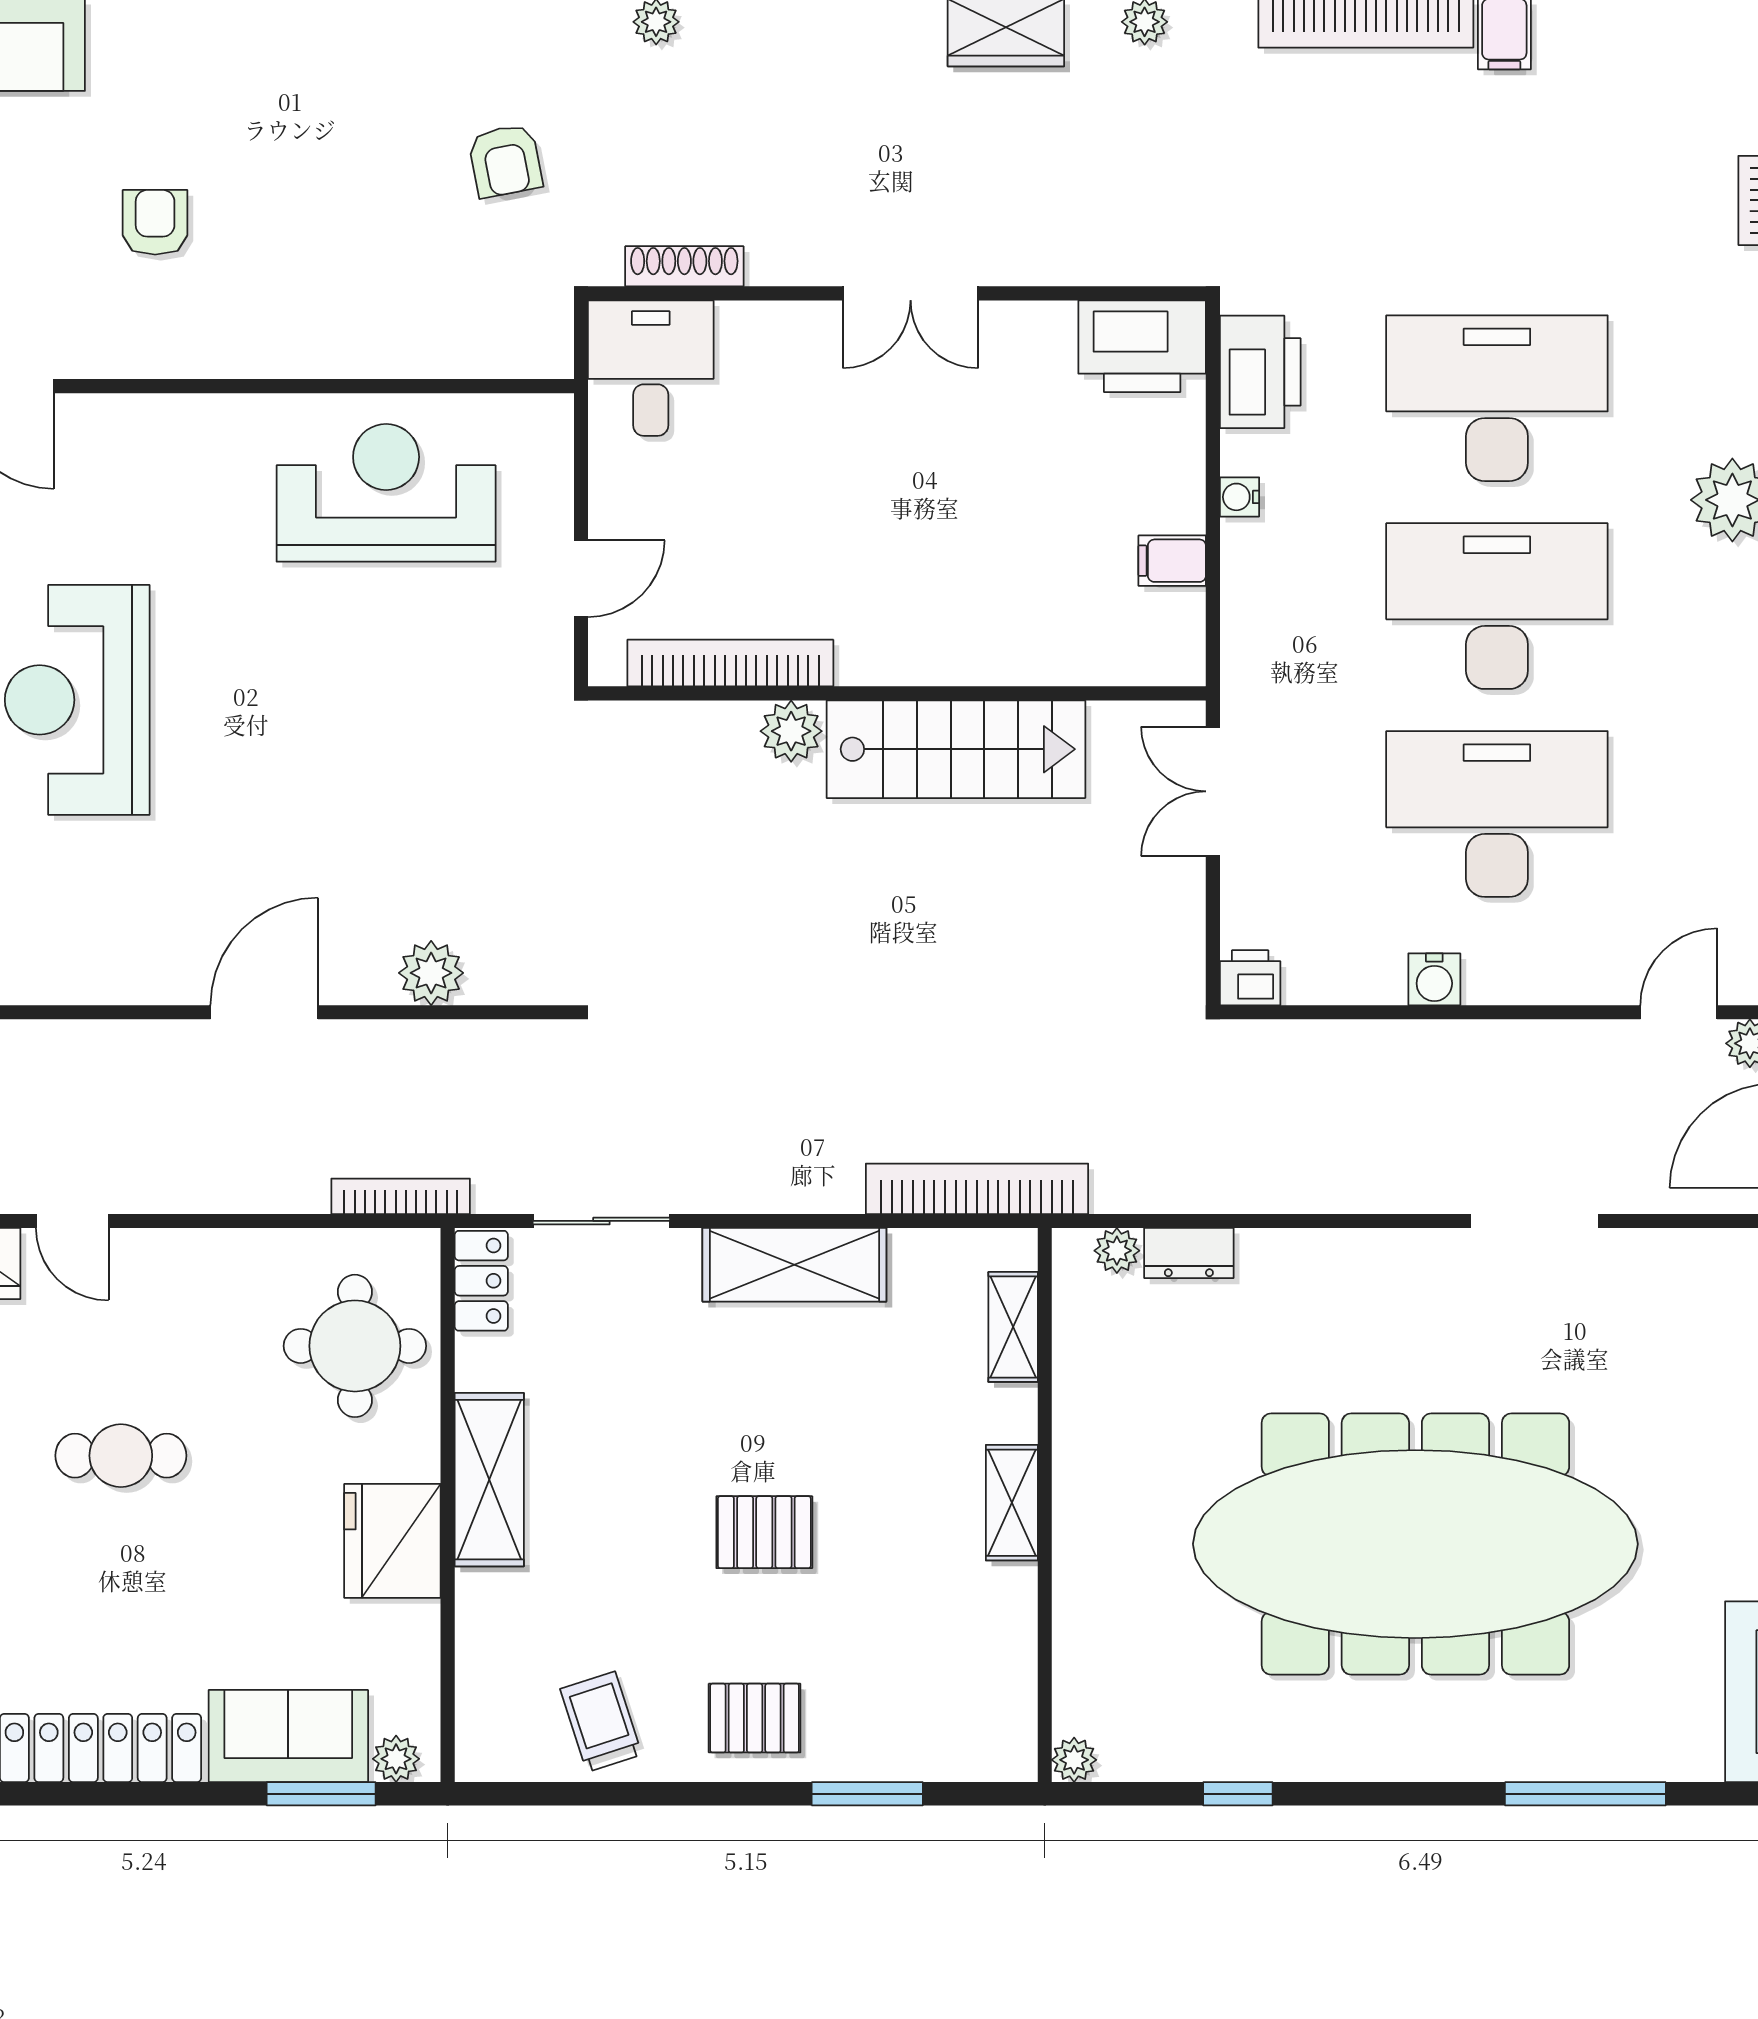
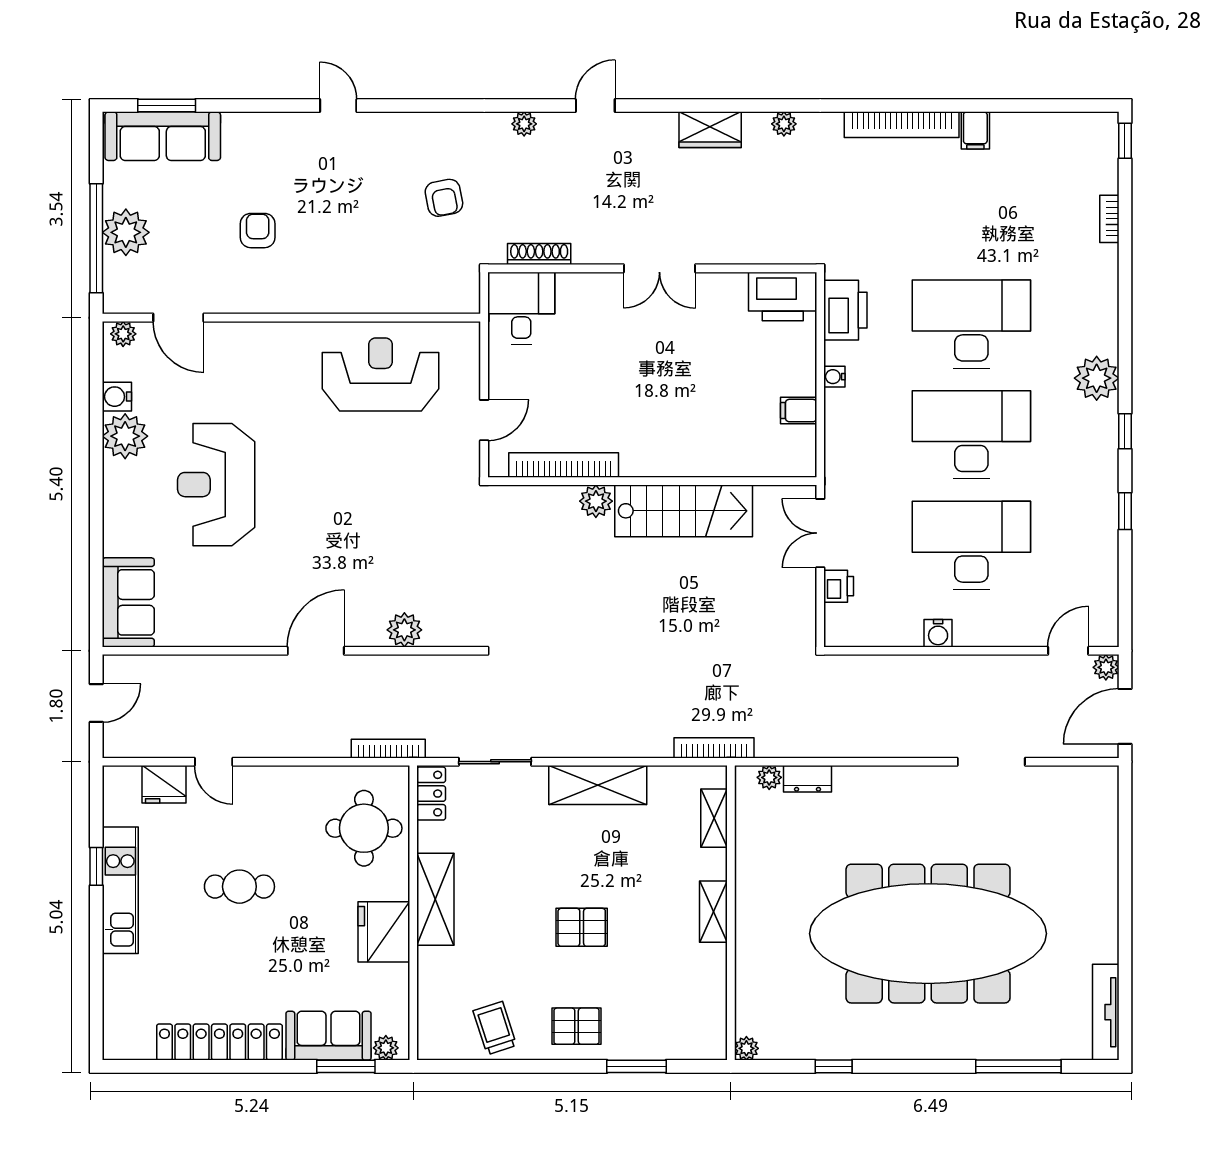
printer: (1250, 978) -> (839, 586), moved, turned 90
bookcase: (977, 1189) -> (714, 748), width x0.68, depth x0.76

